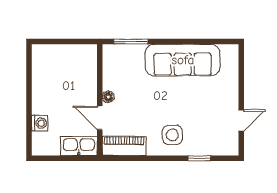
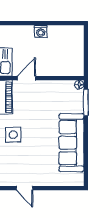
floor lamp: (108, 97) -> (79, 85), moved
washing machine: (40, 123) -> (41, 31), moved

